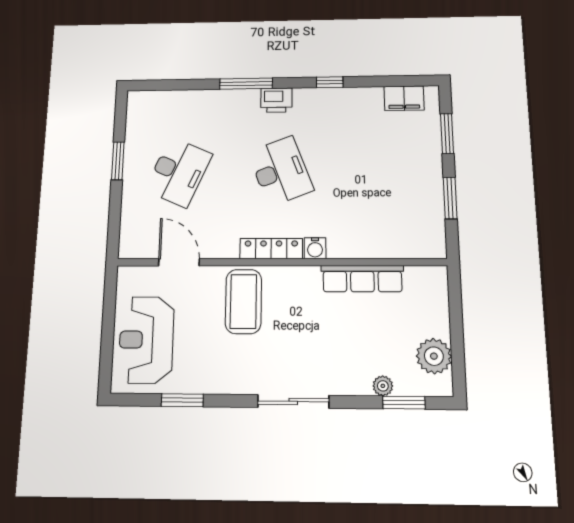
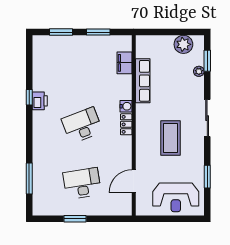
window: (246, 84) -> (29, 179), moved
filing cabinet: (404, 98) -> (125, 63), moved, turned 180
printer: (276, 100) -> (40, 101), moved
desk: (178, 172) -> (82, 183), turned -33
locker: (271, 249) -> (126, 124), width x0.66
coffee table: (243, 301) -> (170, 138), moved, turned 90

